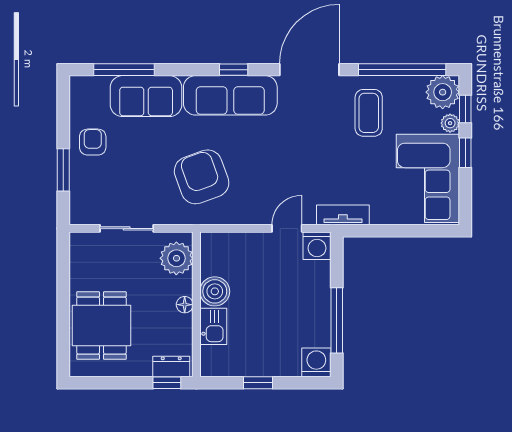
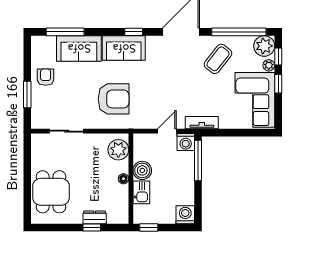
sofa: (230, 95) -> (124, 48), width x0.73
coffee table: (369, 113) -> (218, 59), turned 38
armchair: (202, 177) -> (114, 99), turned 110
plant: (176, 258) -> (118, 150), moved
boiler: (215, 291) -> (142, 170), moved
wall: (196, 304) -> (131, 179), moved
floor lamp: (185, 305) -> (123, 179), moved
window: (337, 320) -> (198, 160), moved
kitchen sink: (213, 326) -> (141, 192), moved

